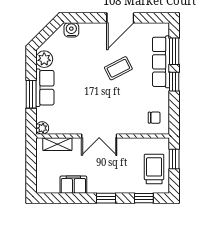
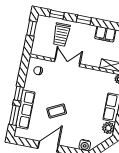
double door: (99, 136) -> (67, 63), moved
window: (174, 159) -> (32, 28), moved
trolley: (154, 169) -> (61, 35), moved

